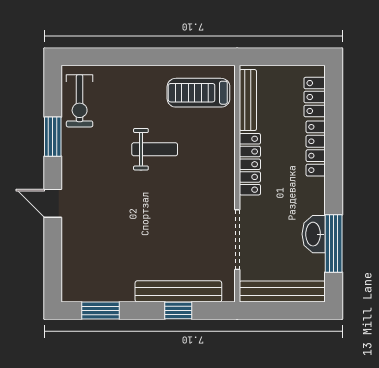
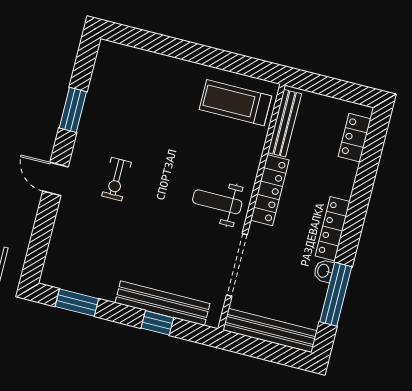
exercise bike: (80, 101) -> (116, 179), moved, width x0.73, depth x0.72
locker: (316, 148) -> (333, 229), moved
weight bench: (155, 149) -> (217, 202), moved, turned 180
washbasin: (314, 234) -> (324, 271), width x0.52, depth x0.69

